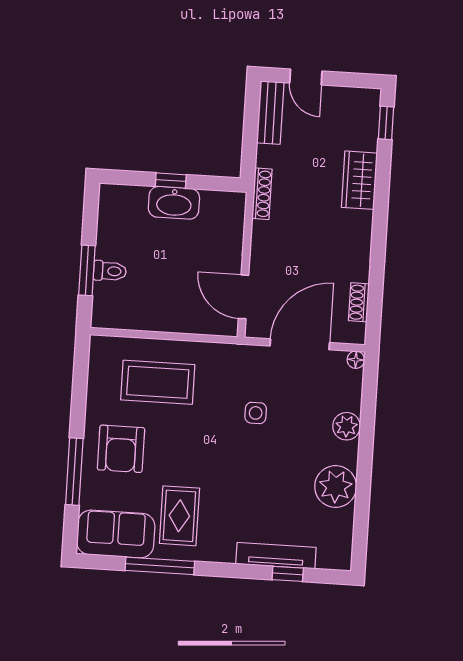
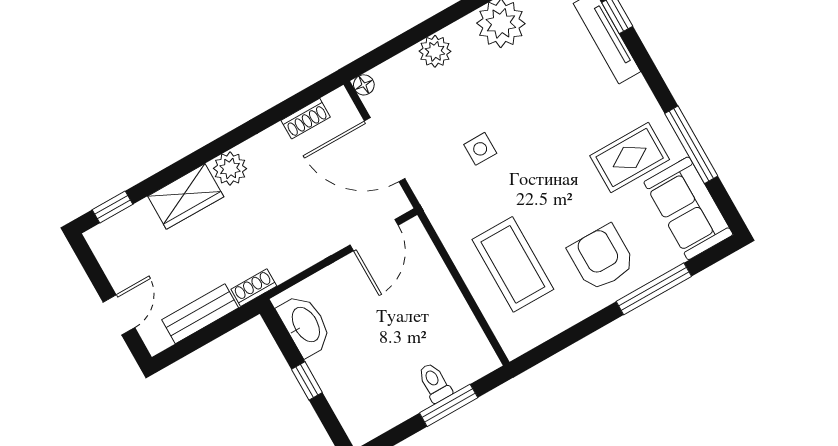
bench: (270, 113) -> (200, 314), moved
shoe rack: (262, 194) -> (254, 288), width x0.70
washbasin: (174, 203) -> (305, 325), moved
plant: (359, 225) -> (230, 169), added
armchair: (121, 449) -> (602, 258), turned -90

